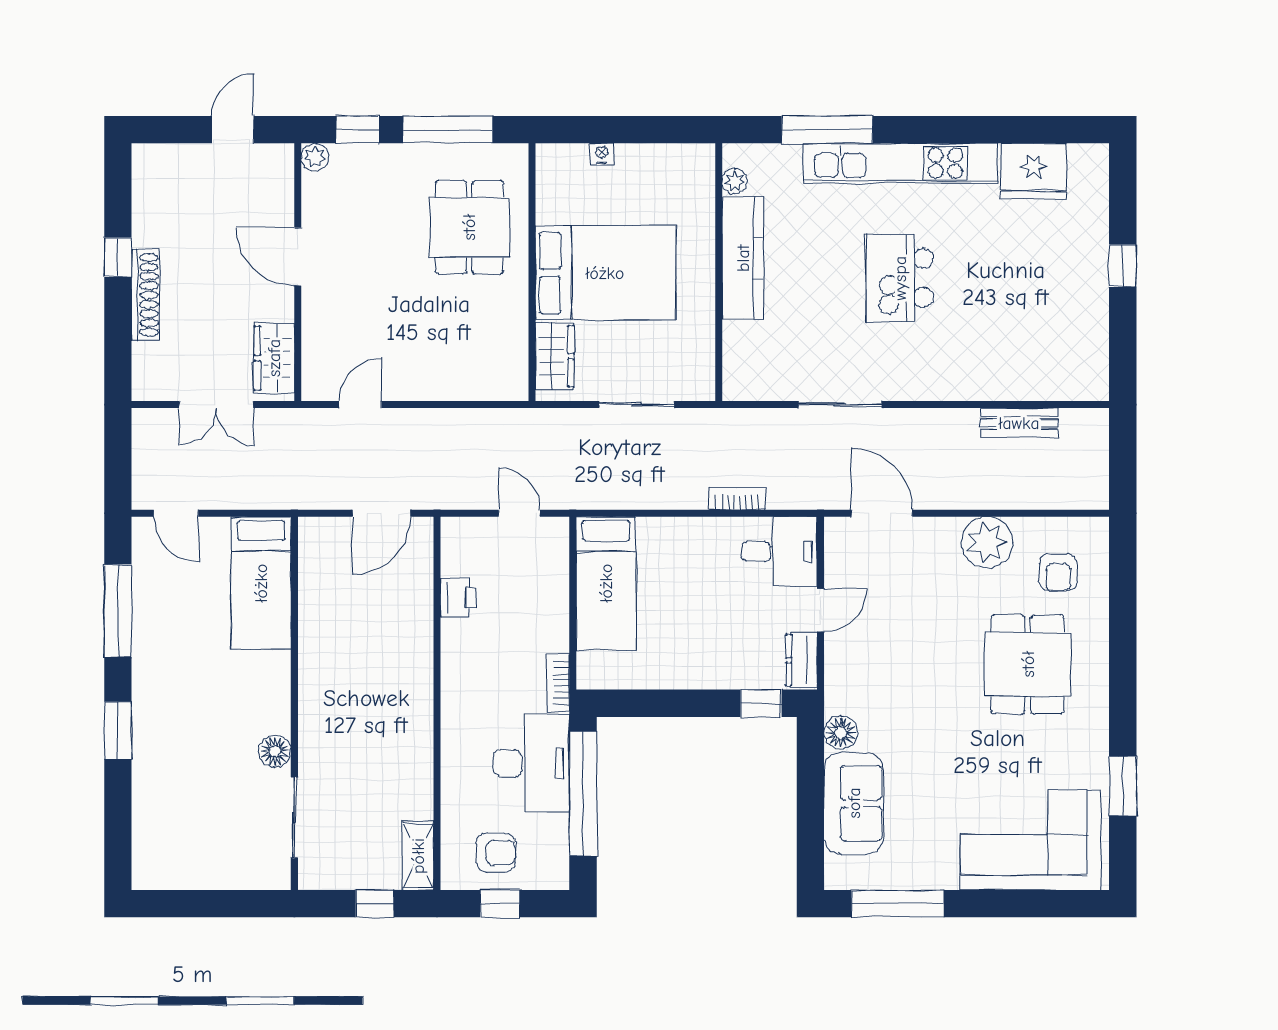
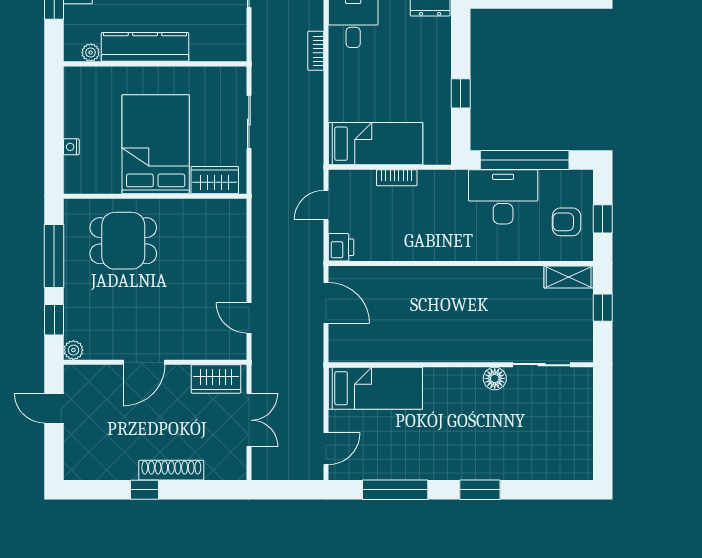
printer: (458, 598) -> (341, 247), moved, turned 90
bookcase: (558, 683) -> (397, 178), moved
window: (761, 703) -> (461, 93), moved
armchair: (496, 853) -> (567, 222), turned -90

